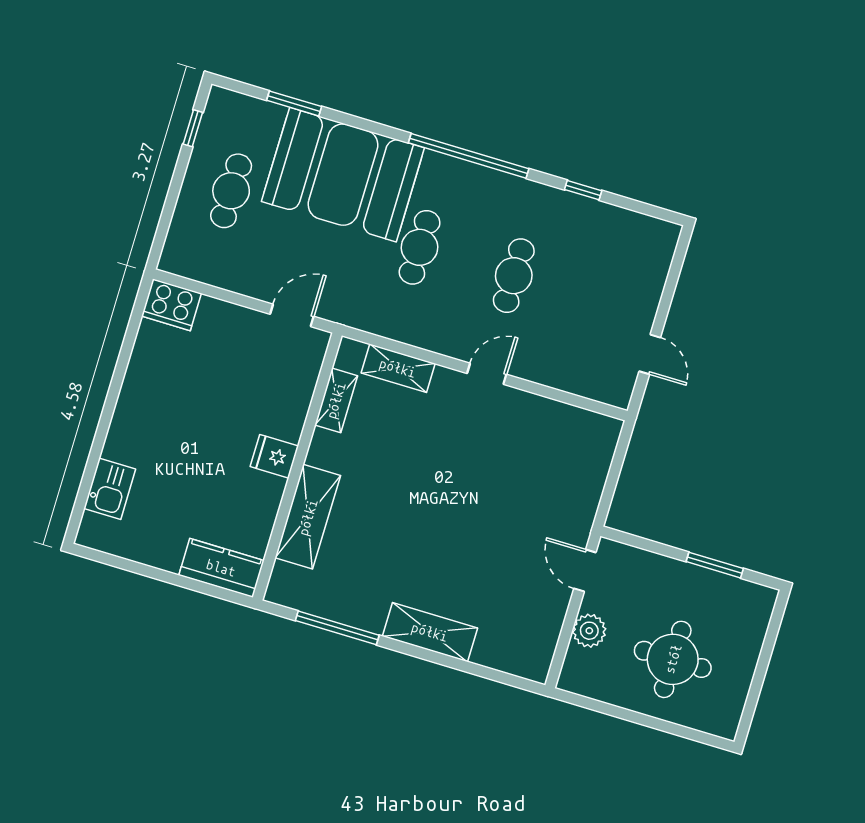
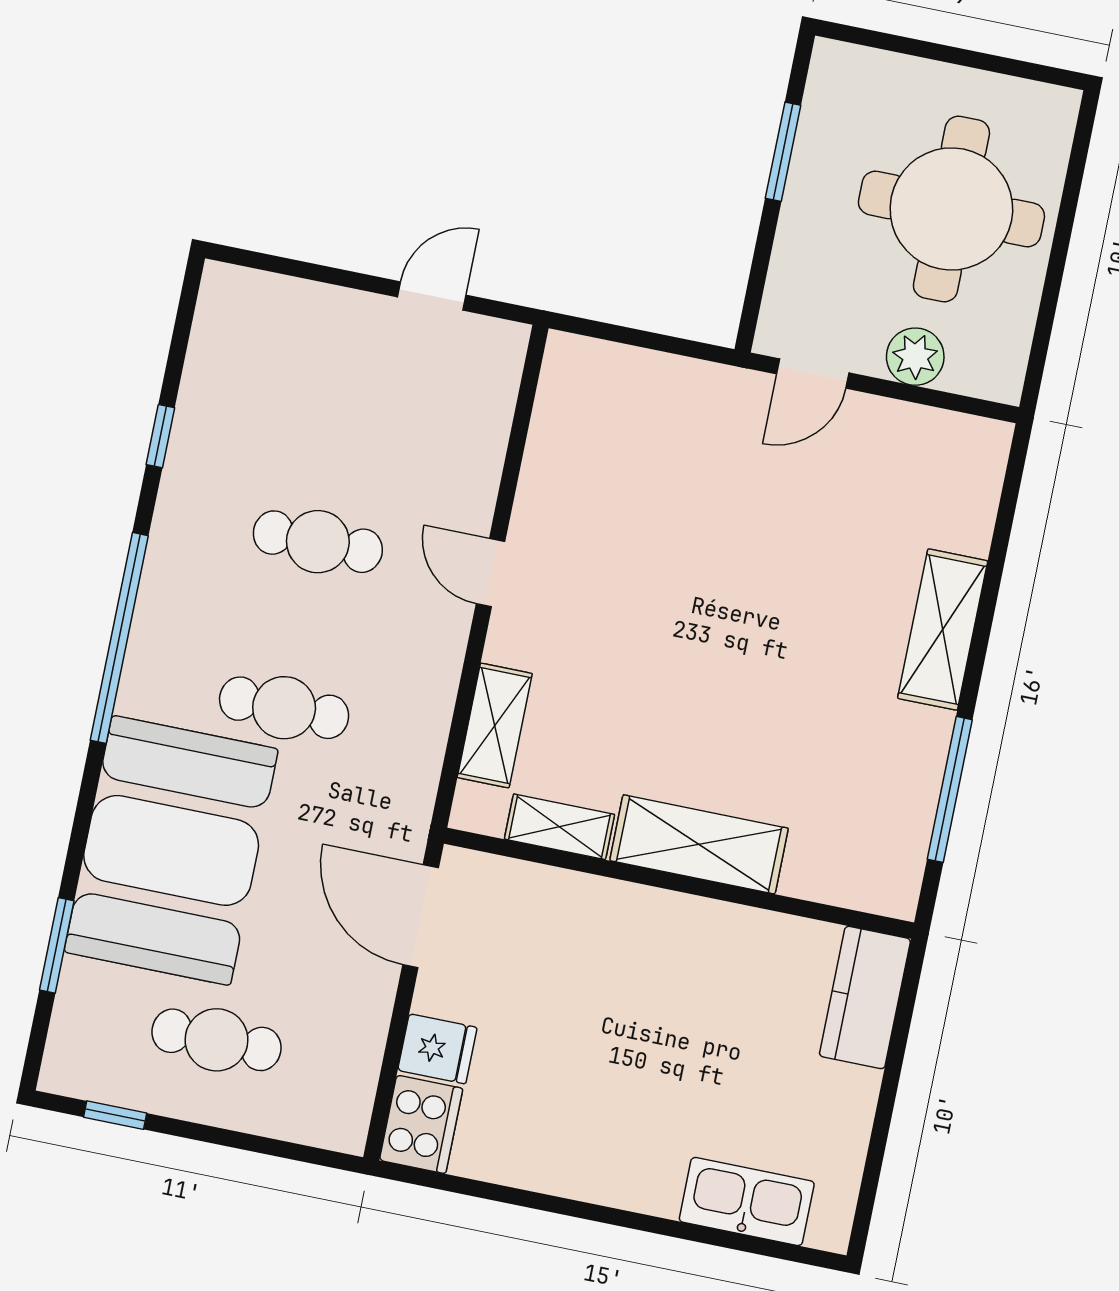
door: (292, 315) -> (421, 916), width x1.38
fridge: (274, 456) -> (437, 1049), moved, turned -90
kitchen sink: (110, 489) -> (747, 1202), width x1.38
shelving: (308, 517) -> (699, 844), moved
round table: (673, 659) -> (951, 209), width x1.36, depth x1.36

